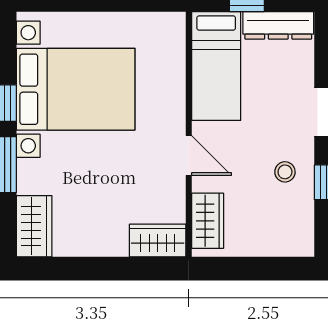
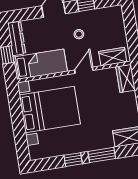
bed with nightstands: (76, 89) -> (50, 110), moved, turned 90
stool: (285, 172) -> (79, 34), moved

